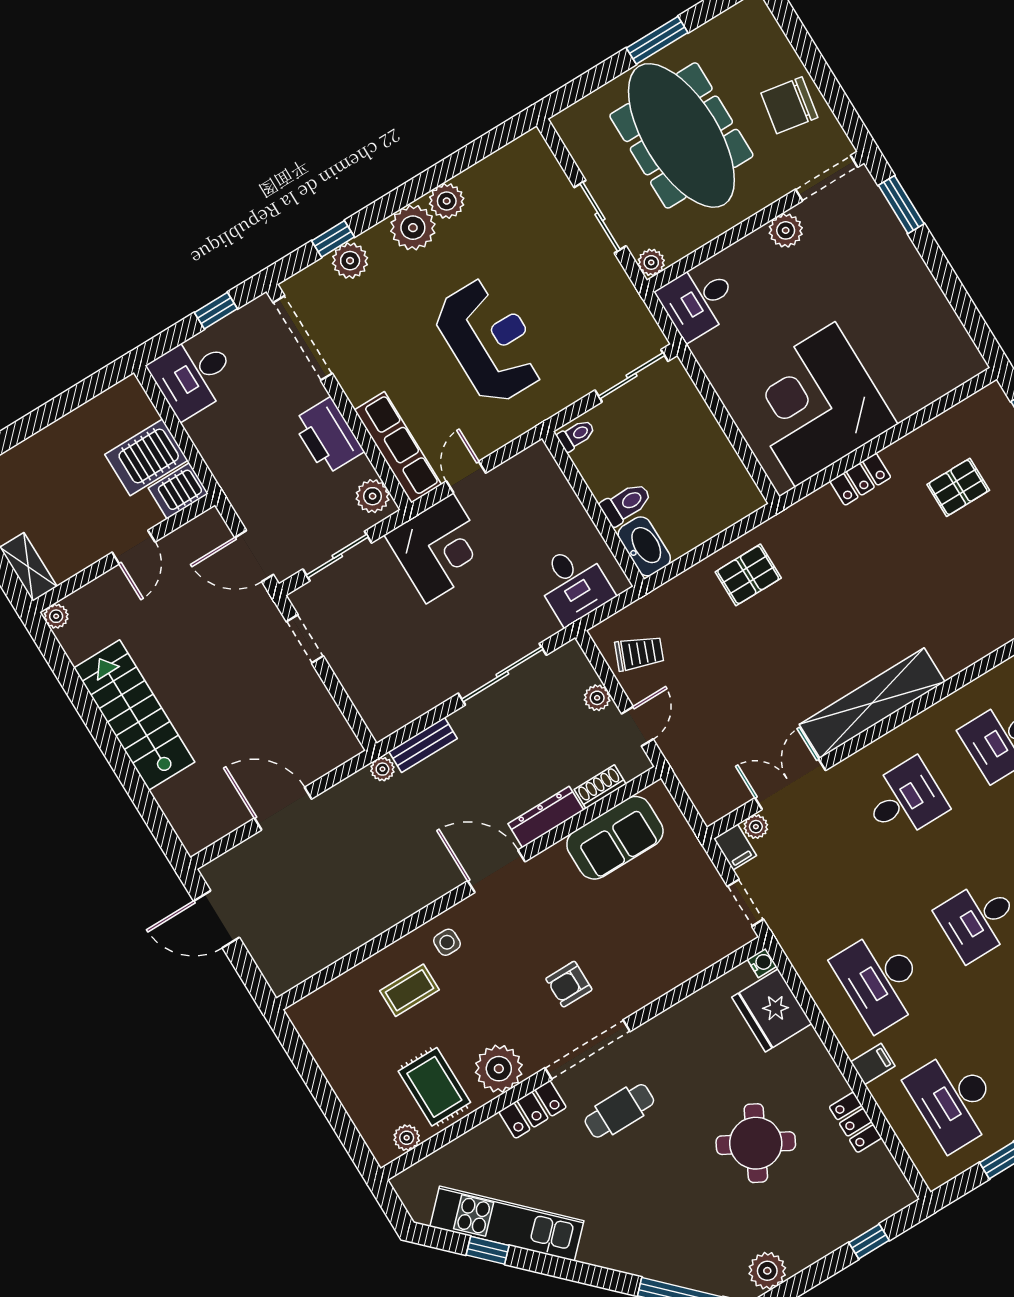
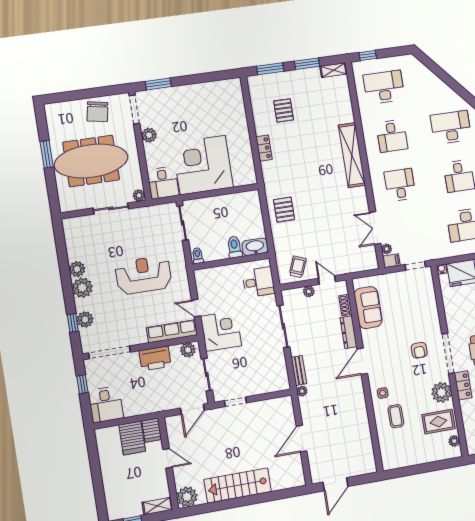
corner desk: (815, 404) -> (203, 165), moved, turned 90
plant: (56, 616) -> (187, 497), width x1.87, depth x1.87
shelving: (872, 703) -> (352, 155), moved

